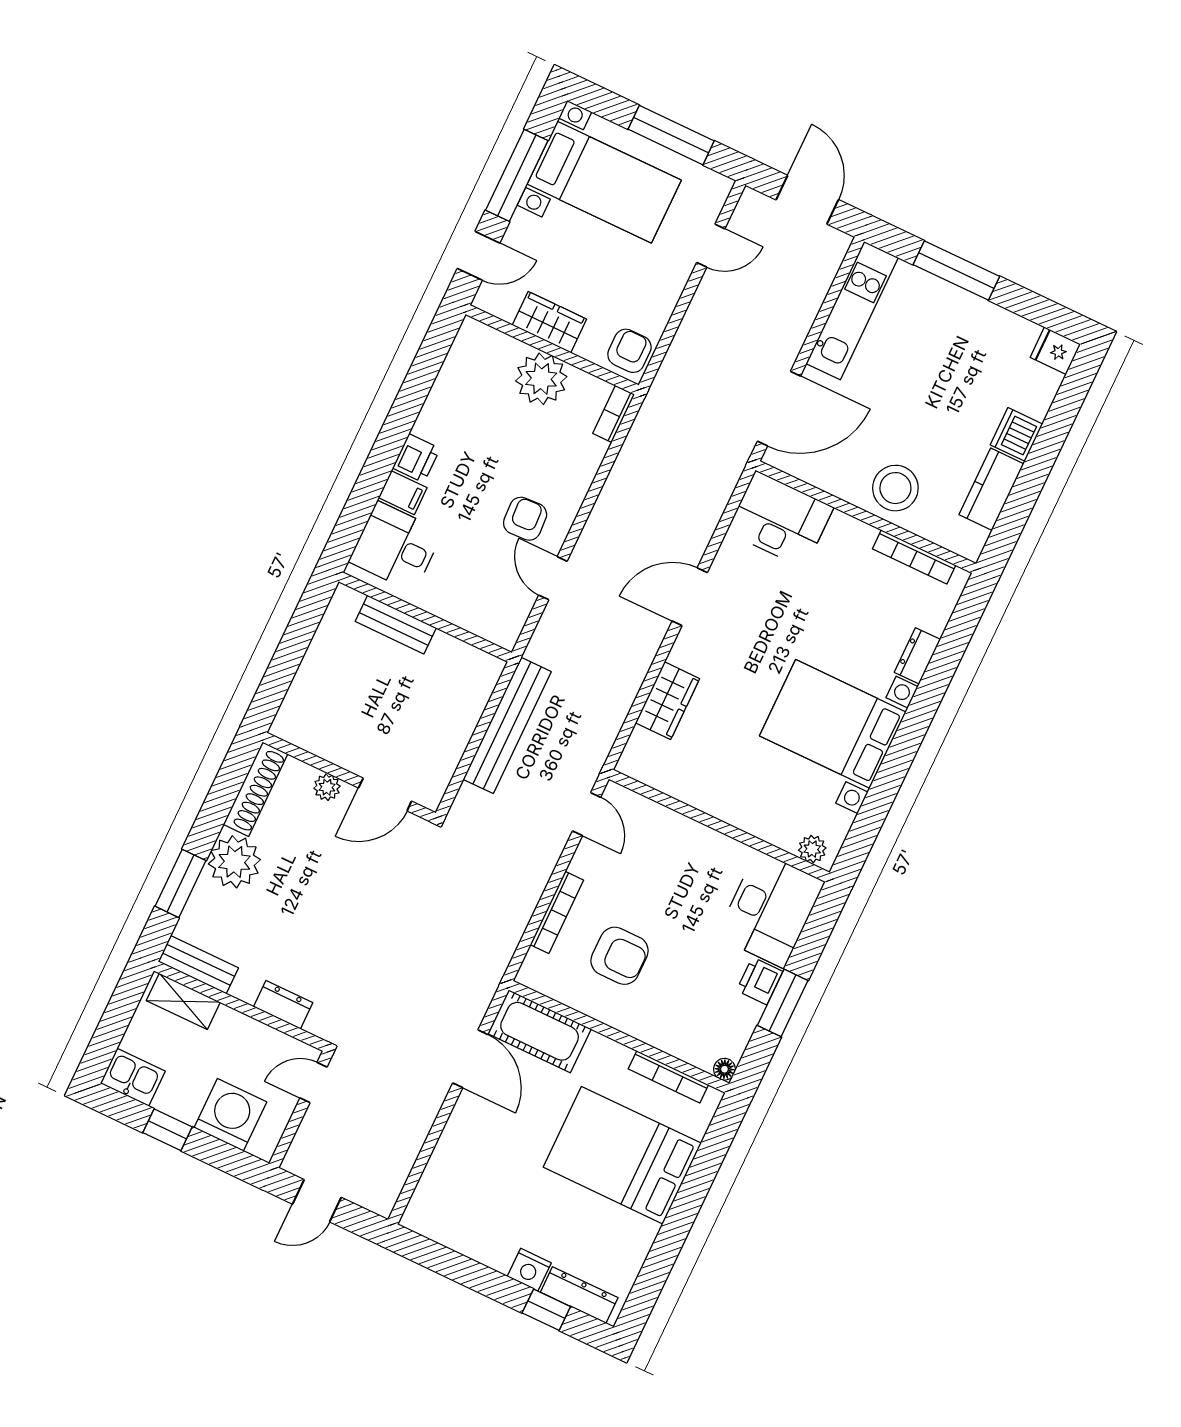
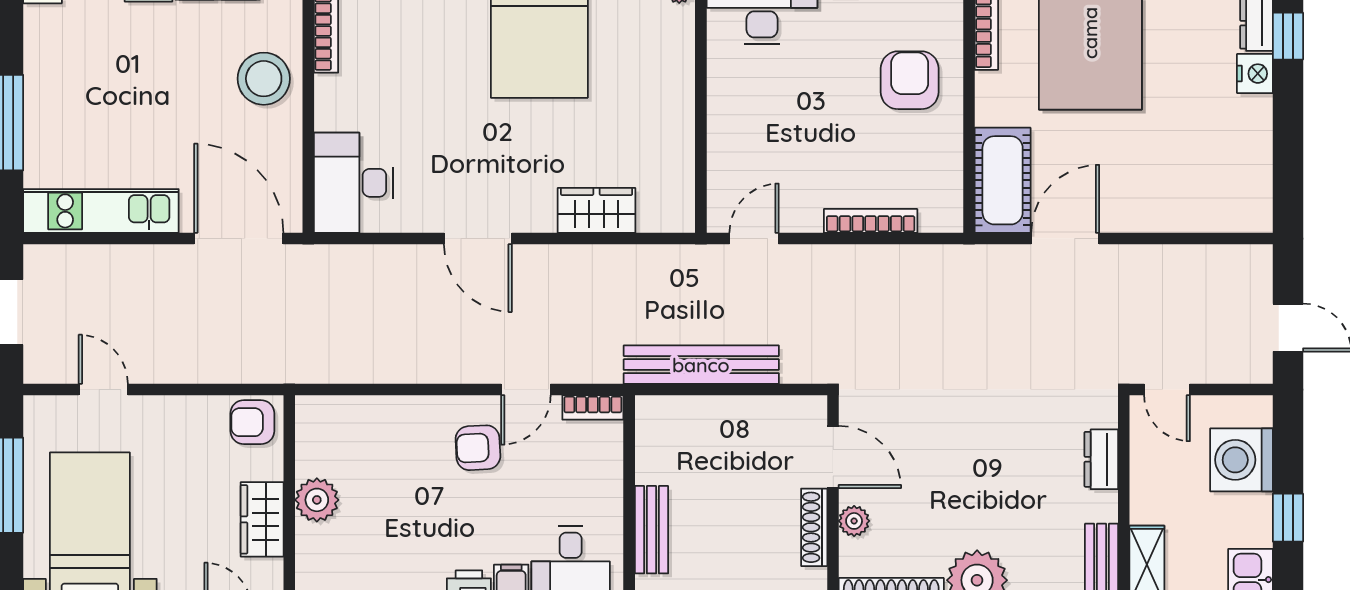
plant: (541, 379) -> (317, 500), width x0.73, depth x0.73
bookcase: (614, 414) -> (593, 407), moved
shoe rack: (337, 753) -> (814, 527), added
armchair: (620, 956) -> (910, 80), moved

